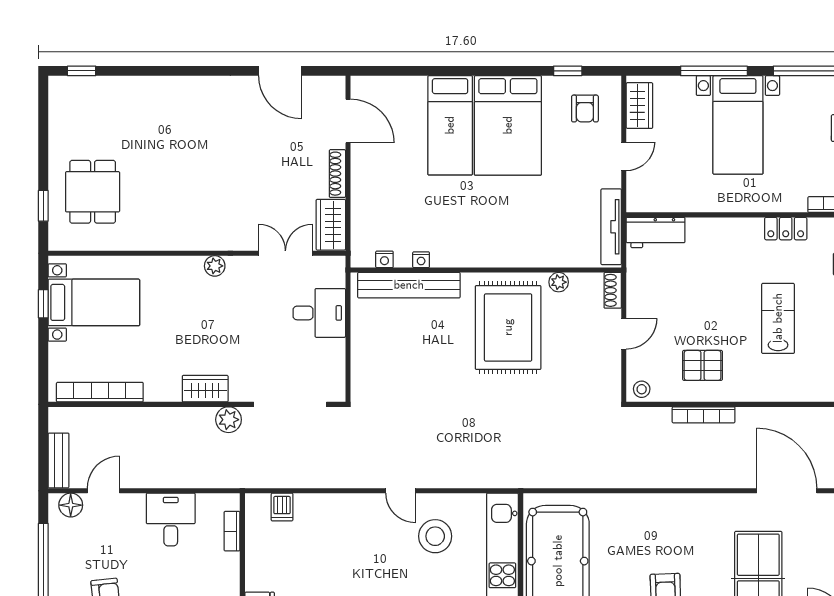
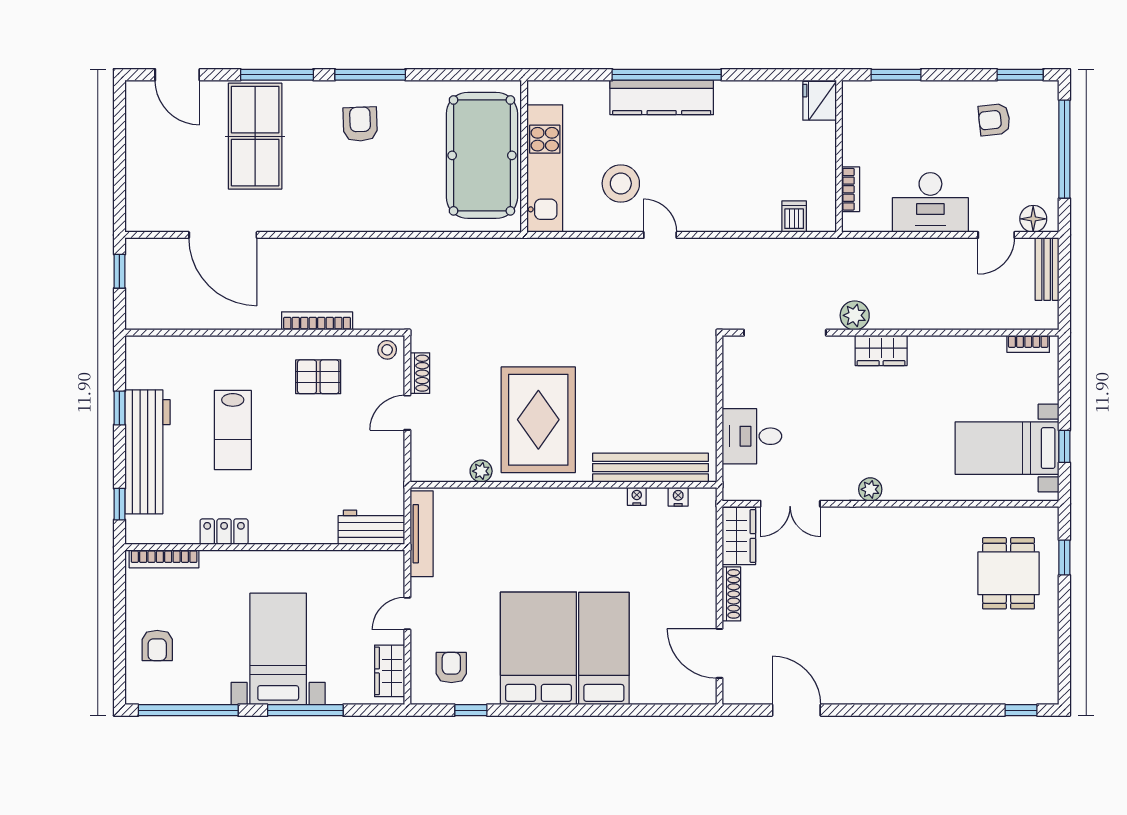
shoe rack: (613, 290) -> (420, 373), moved
bookcase: (100, 392) -> (1028, 344), width x0.43, depth x0.76
desk: (171, 519) -> (930, 202), width x1.37

